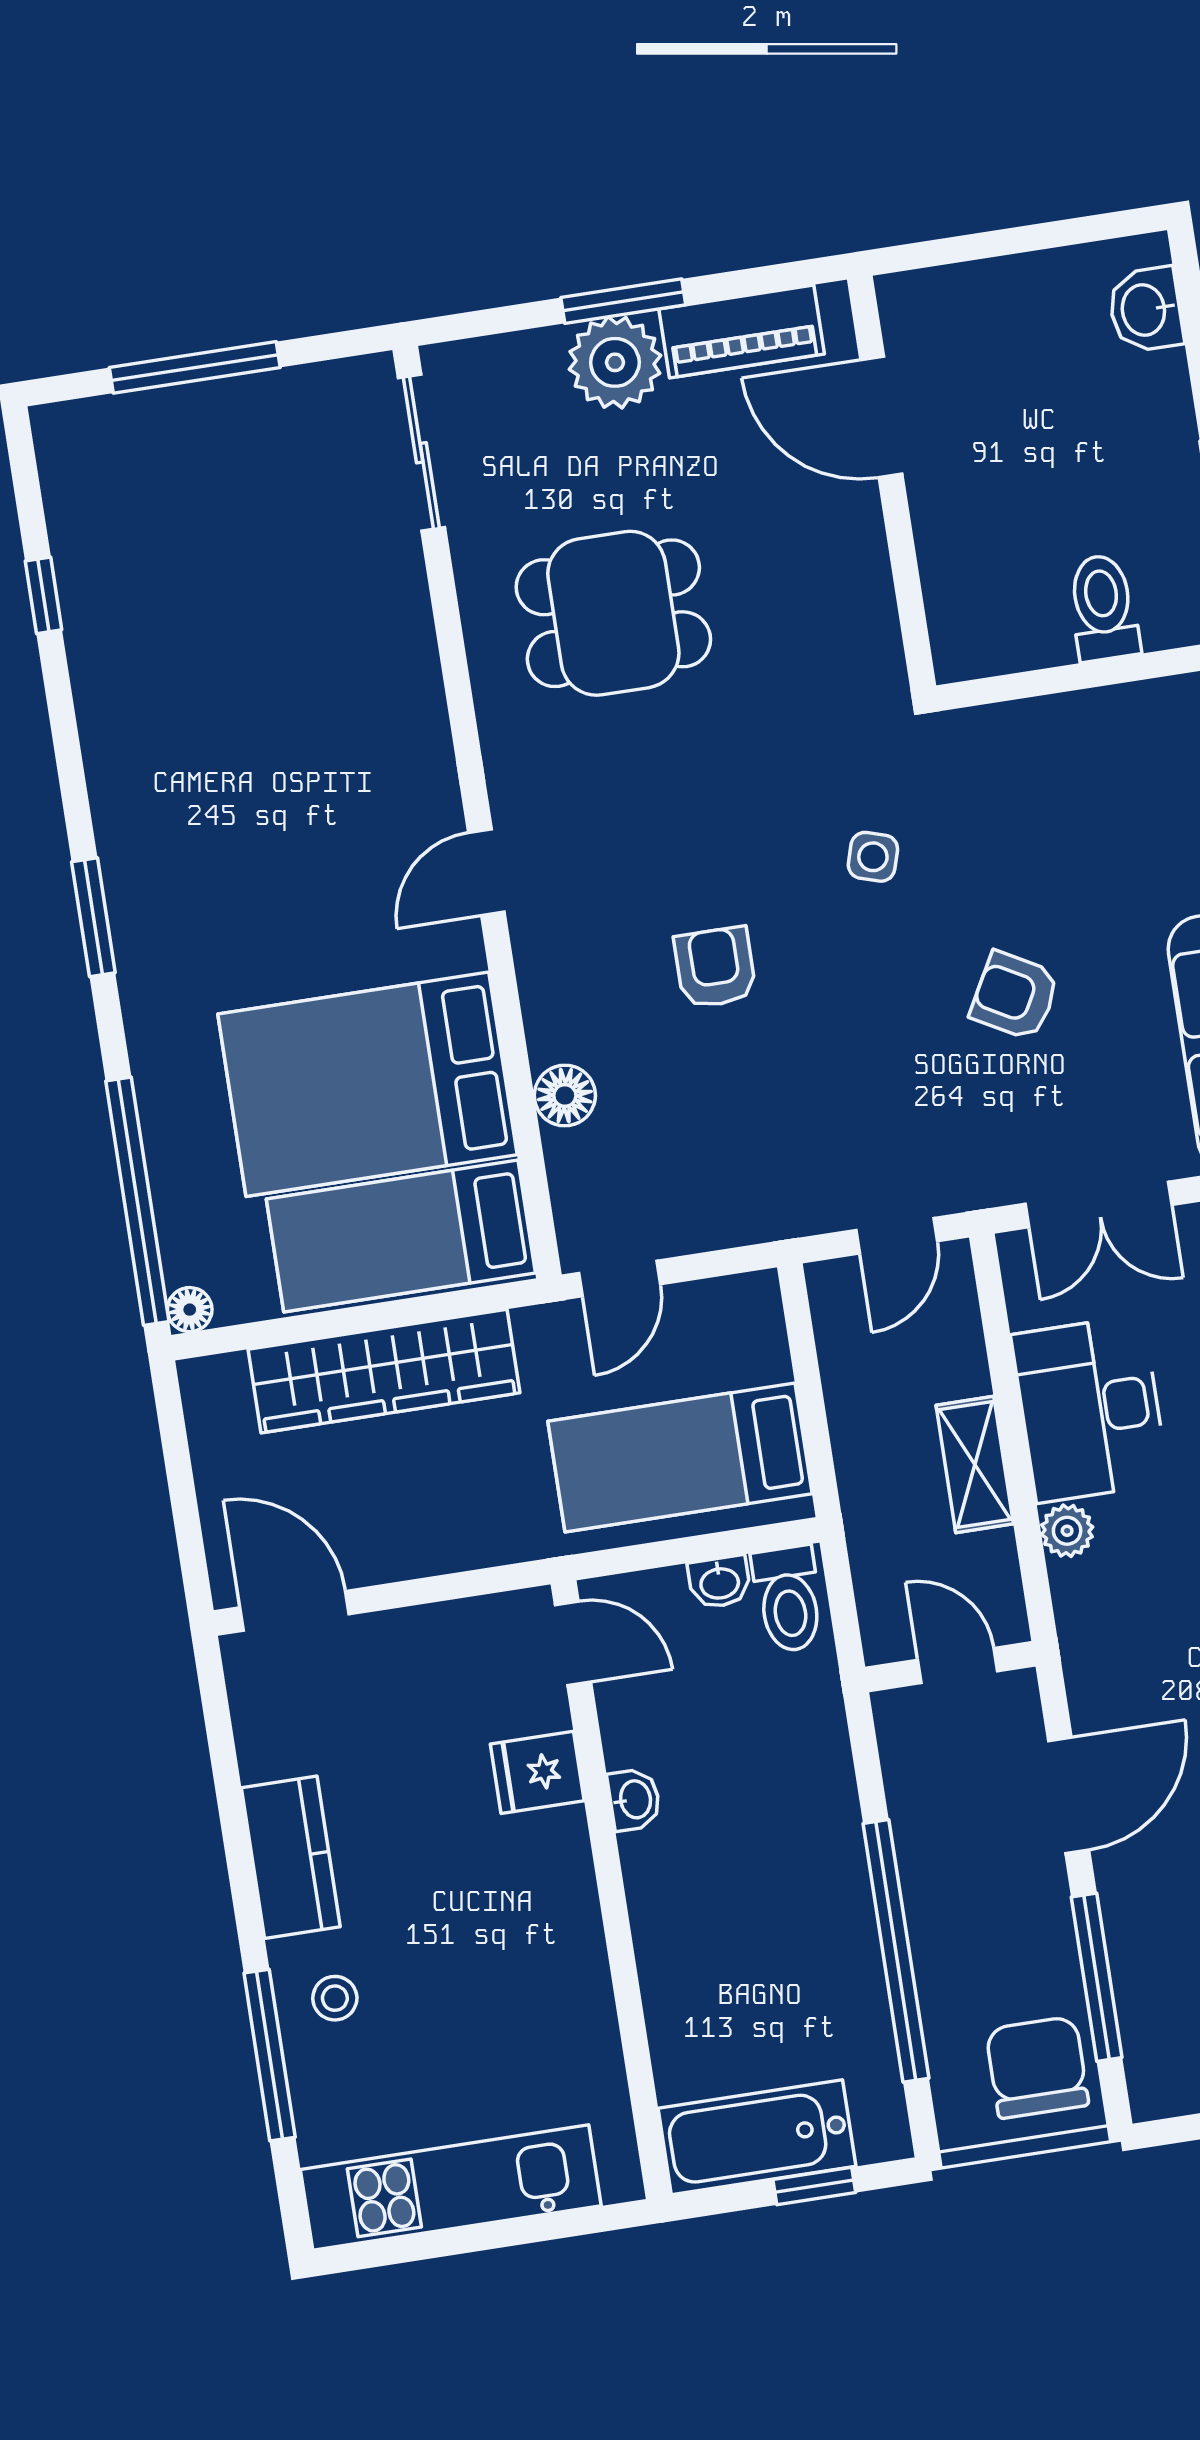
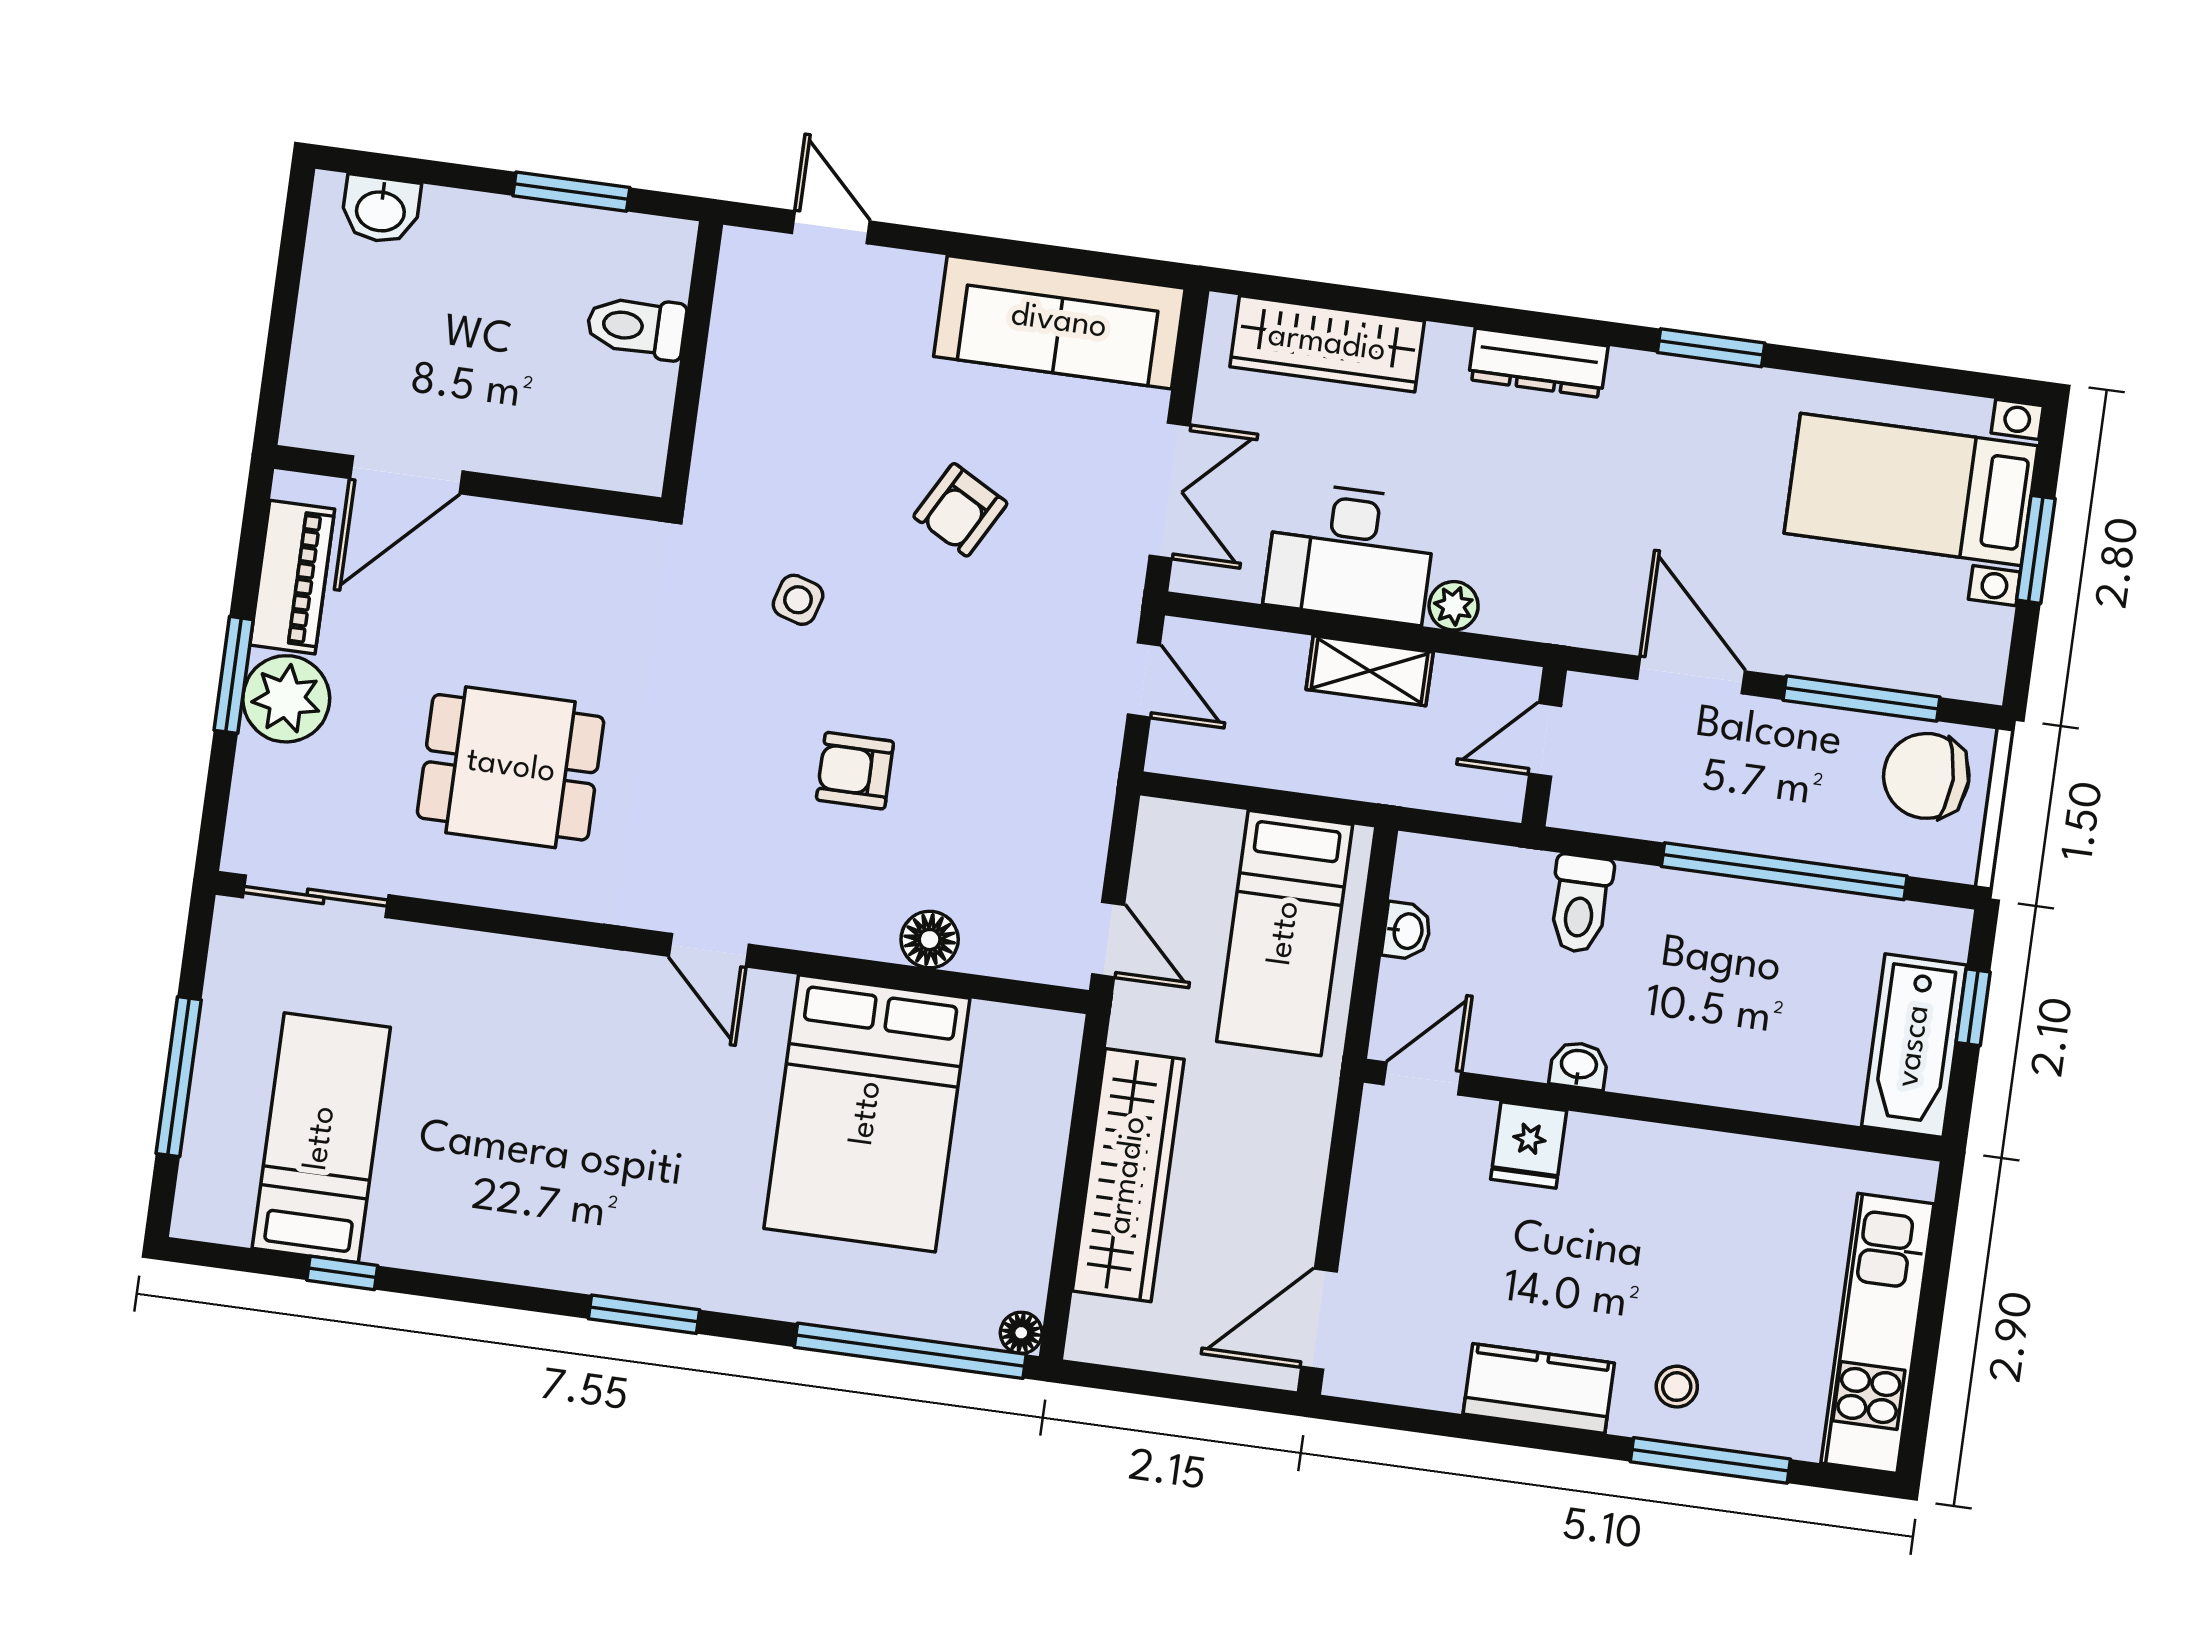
dining table: (613, 613) -> (511, 767), turned 90
bed: (401, 1236) -> (321, 1138), moved, turned 180
toilet: (788, 1599) -> (1580, 904), moved, turned 90

